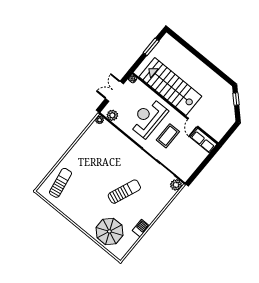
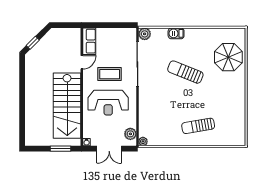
window: (151, 47) -> (61, 149), moved
sun lounger: (60, 183) -> (198, 126), moved
barbecue: (141, 228) -> (176, 33), moved

